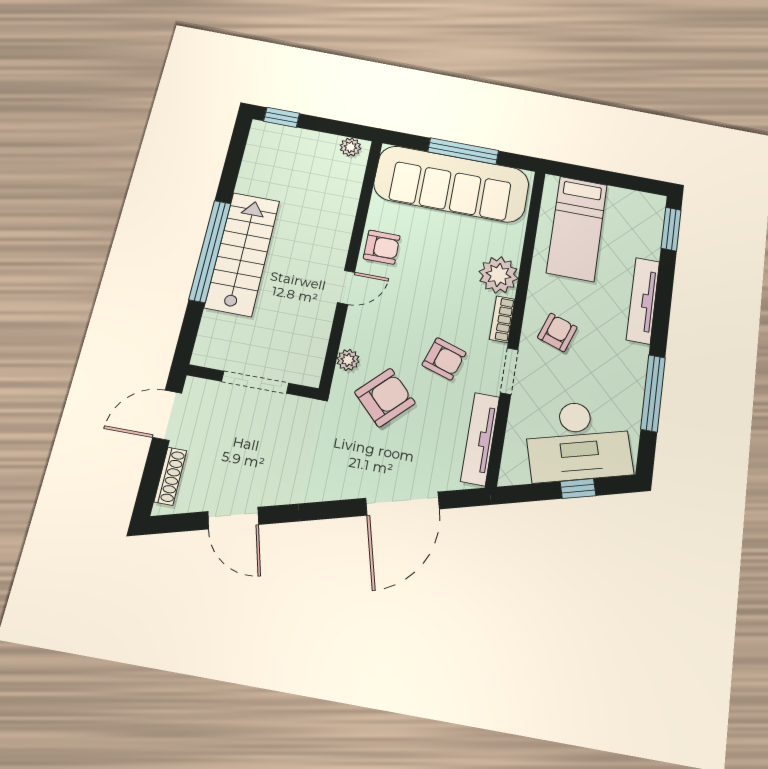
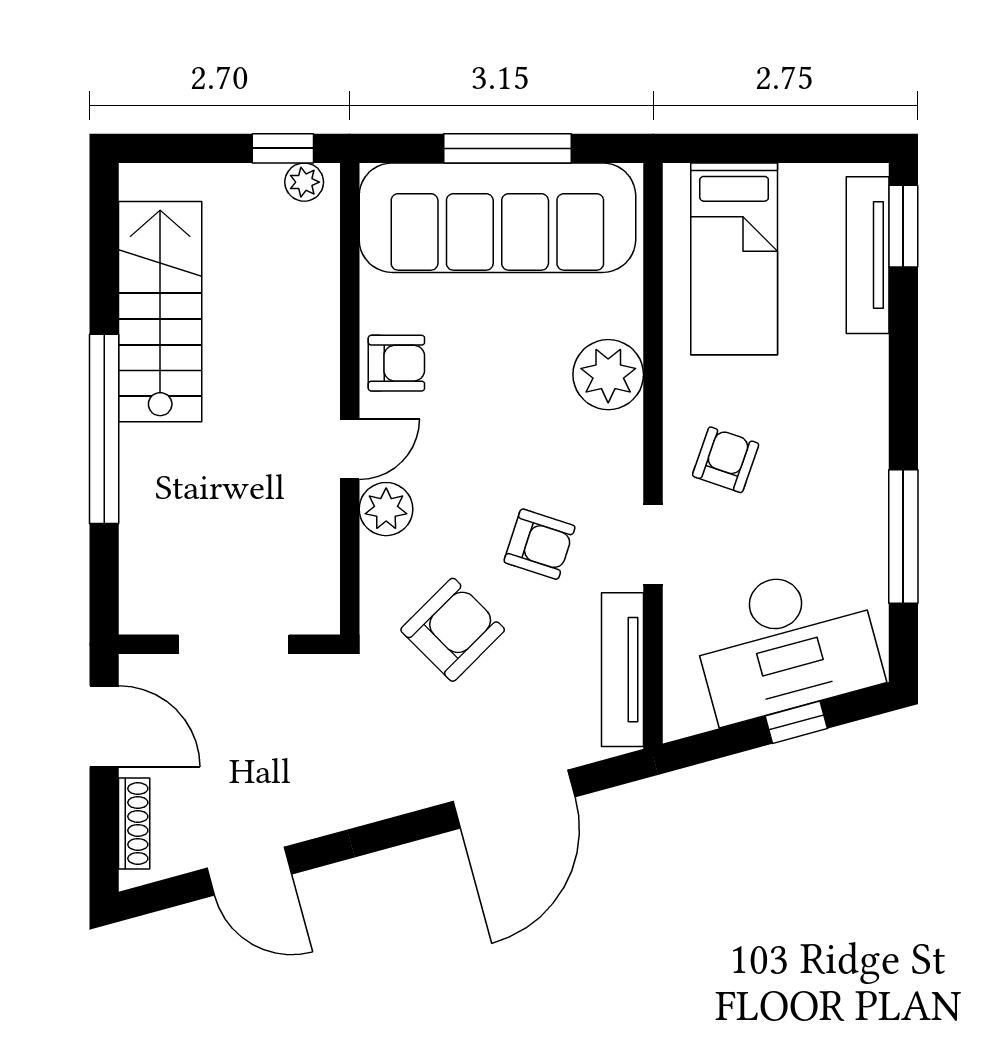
window: (282, 117) -> (283, 148), moved
stairs: (242, 254) -> (160, 312), moved
tv unit: (643, 301) -> (868, 255), moved
bookcase: (502, 319) -> (627, 454), removed
plant: (348, 360) -> (386, 509), moved, width x1.38, depth x1.38
door: (167, 415) -> (104, 726), swing flipped

